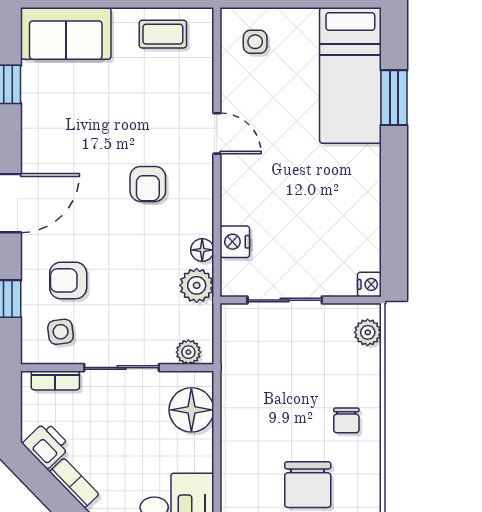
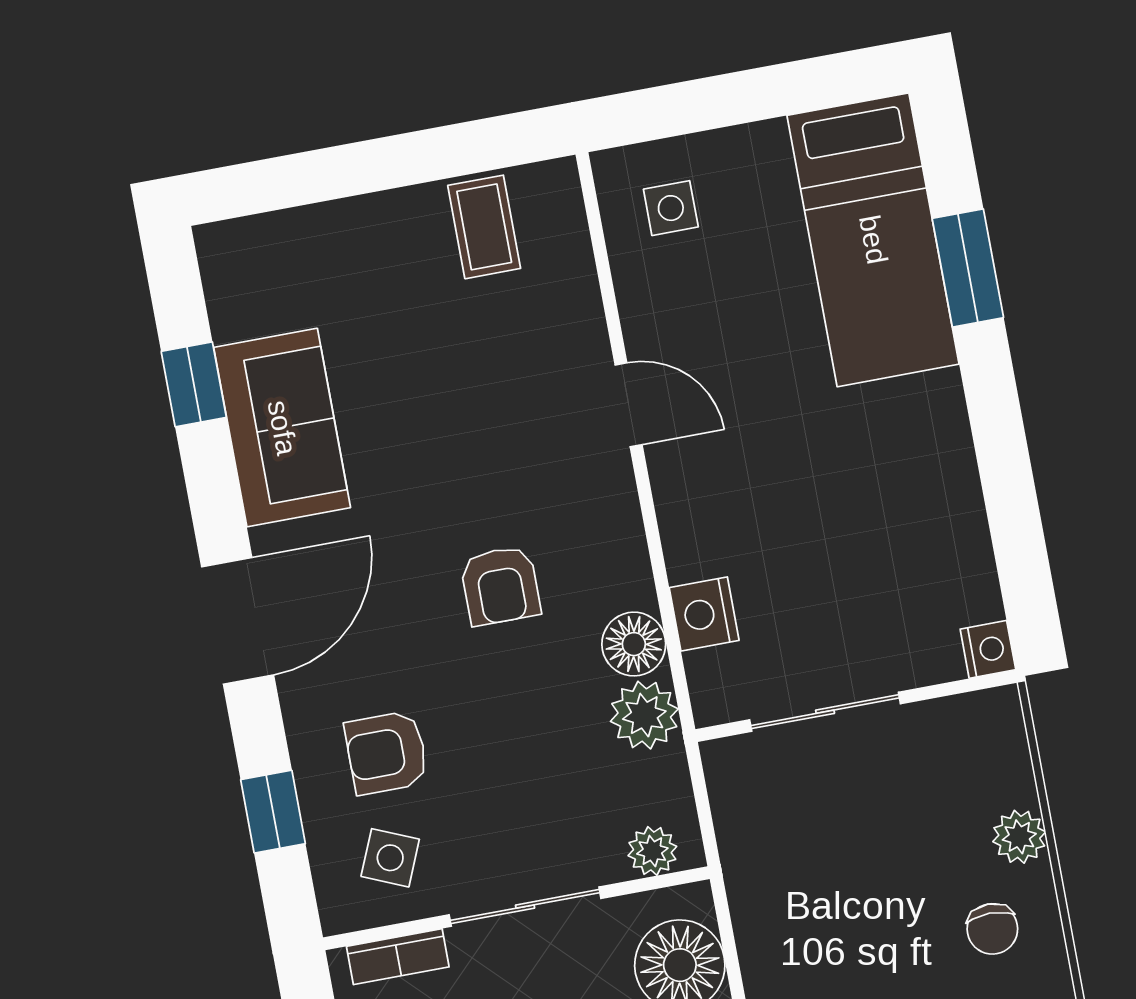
sofa: (66, 33) -> (282, 428), moved, turned -90
coffee table: (163, 34) -> (484, 227), turned 90
armchair: (148, 184) -> (500, 586), moved
floor lamp: (202, 250) -> (634, 644), width x1.37, depth x1.37
side table: (61, 332) -> (390, 858), turned 30
plant: (368, 332) -> (1019, 837), moved

